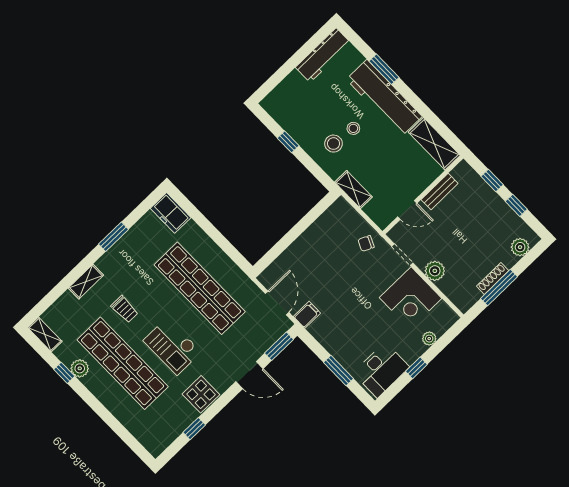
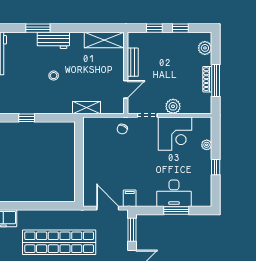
workbench: (384, 98) -> (53, 40), width x0.53, depth x0.76
stool: (334, 144) -> (51, 94), removed
desk: (381, 370) -> (174, 193), moved, turned 90

